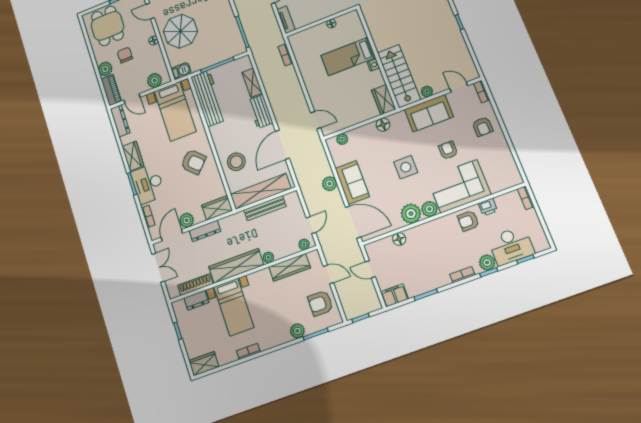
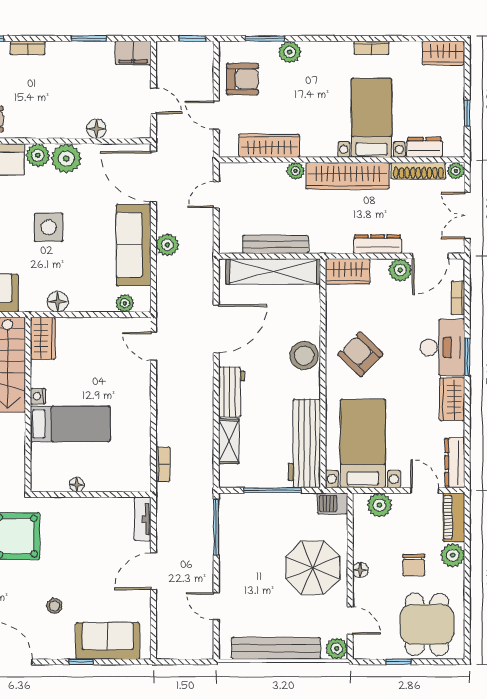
stool: (236, 162) -> (304, 356), moved
sofa: (352, 182) -> (134, 245), width x1.36
plant: (304, 244) -> (456, 171), moved

